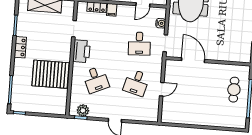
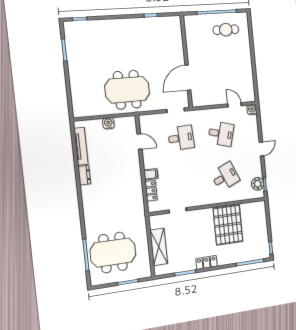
water cooler: (161, 23) -> (252, 110), moved
printer: (81, 51) -> (199, 198), removed
door: (162, 89) -> (235, 105), moved
cafe table: (234, 90) -> (226, 30), moved

